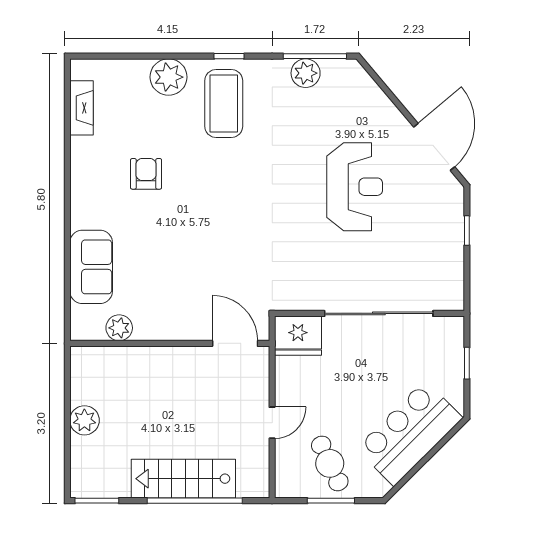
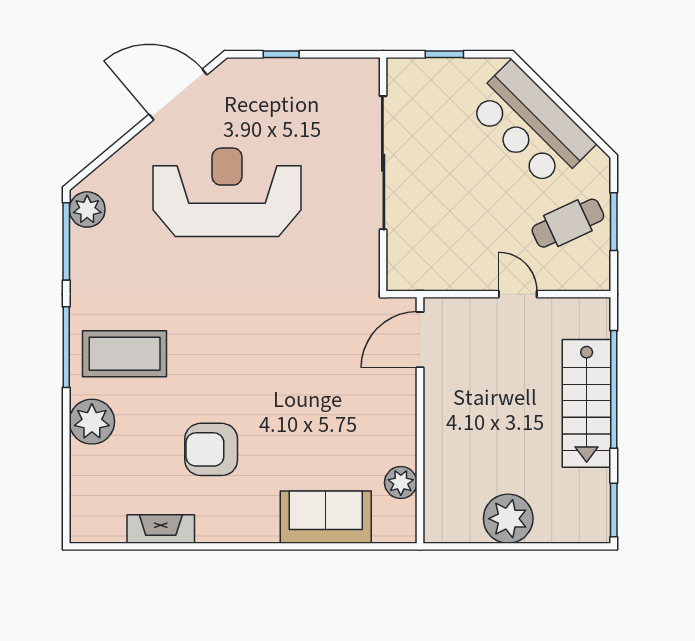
window: (229, 56) -> (66, 347), width x2.17
plant: (306, 73) -> (87, 209), moved
fireplace: (81, 108) -> (161, 529), moved
armchair: (146, 174) -> (211, 449), width x1.38, depth x1.38
reception desk: (355, 187) -> (227, 192), width x1.36, depth x1.30
fridge: (298, 336) -> (411, 262), removed
plant: (84, 420) -> (508, 519), width x1.36, depth x1.36

